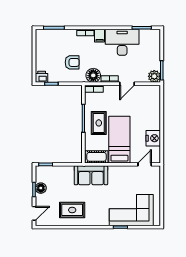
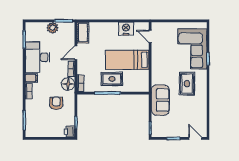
plant: (154, 76) -> (53, 28), moved
door: (127, 84) -> (76, 53), swing flipped
cot: (96, 157) -> (83, 33), moved
sofa: (91, 175) -> (160, 100), moved
floor lamp: (41, 188) -> (172, 132), removed
rug: (72, 210) -> (187, 84), moved

